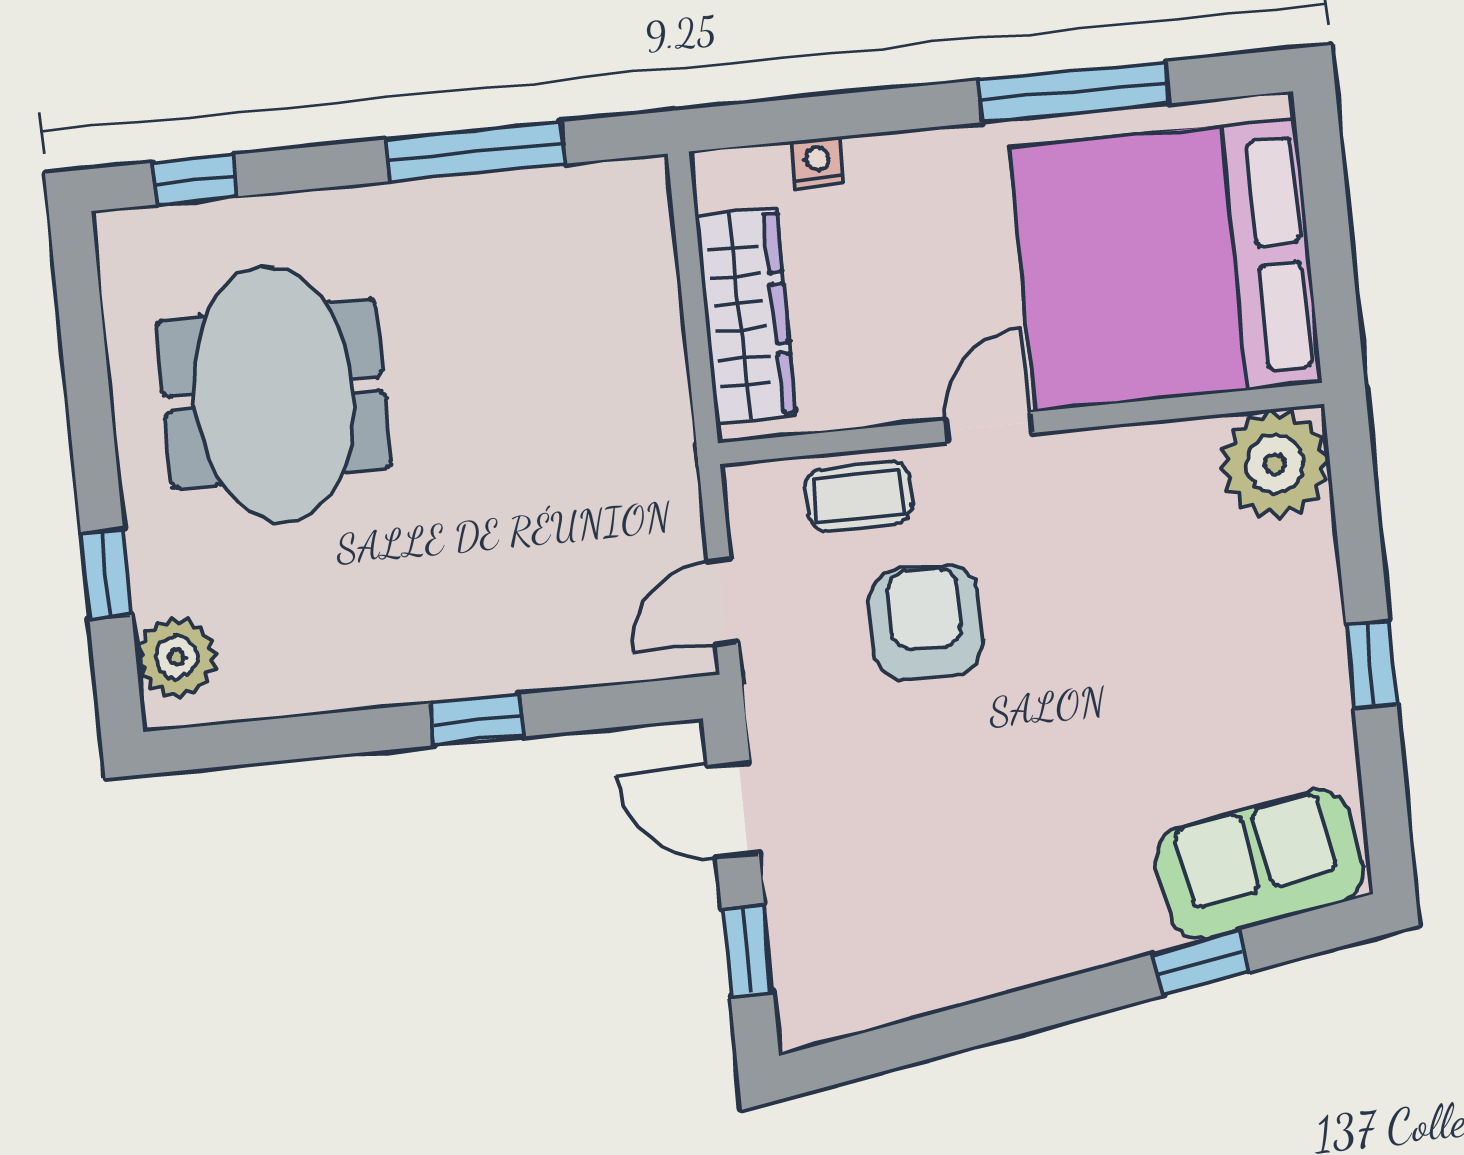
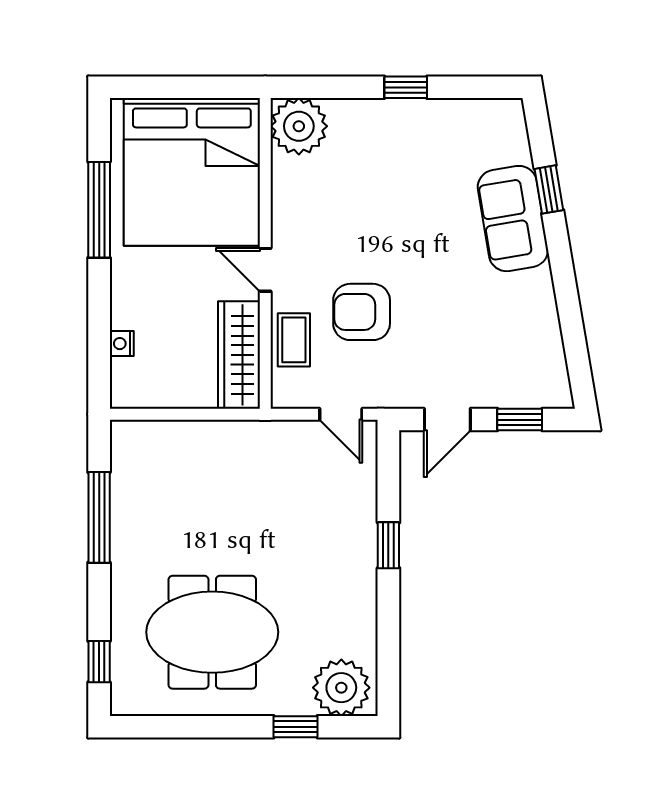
wardrobe: (746, 316) -> (239, 355), moved, turned -90
plant: (176, 657) -> (341, 688), width x1.36, depth x1.36
sofa: (1260, 865) -> (513, 219), moved

